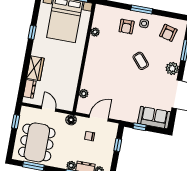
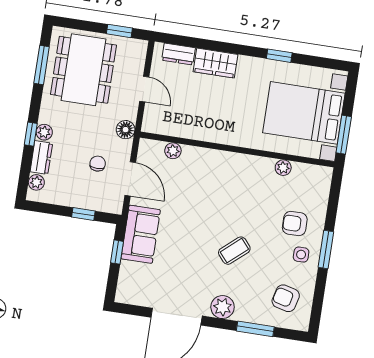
door: (49, 109) -> (144, 89), hinge flipped
sofa: (154, 118) -> (141, 234), moved
dining table: (37, 142) -> (83, 70), turned 90

